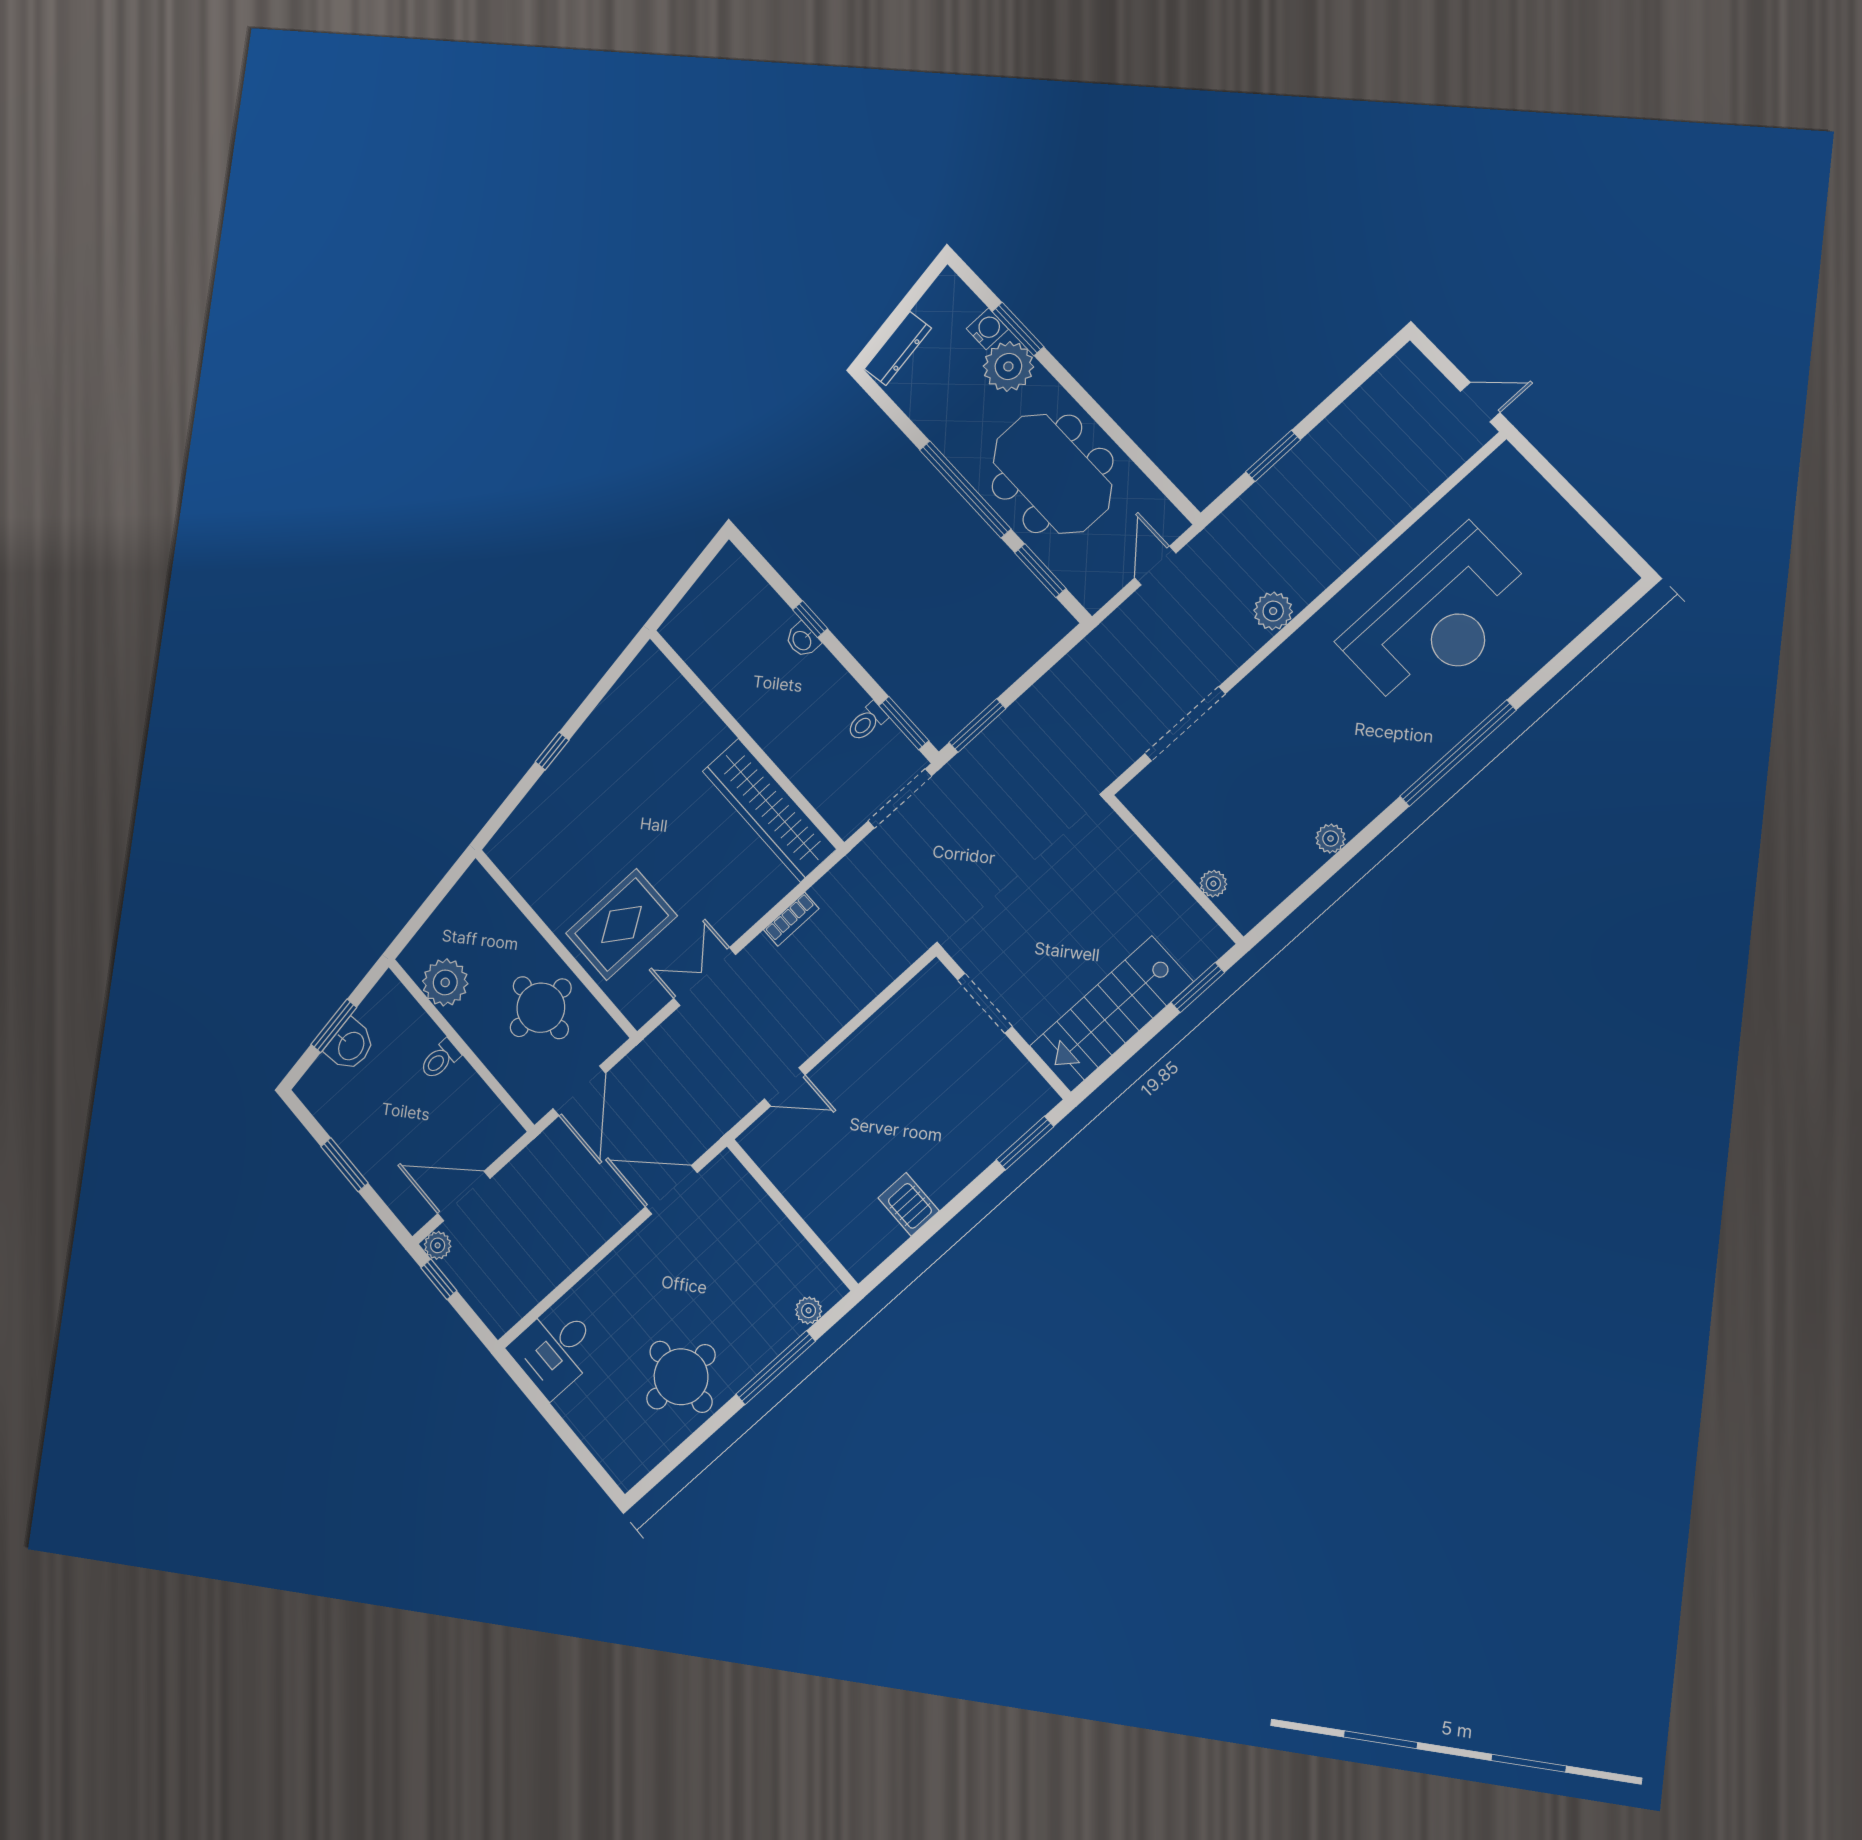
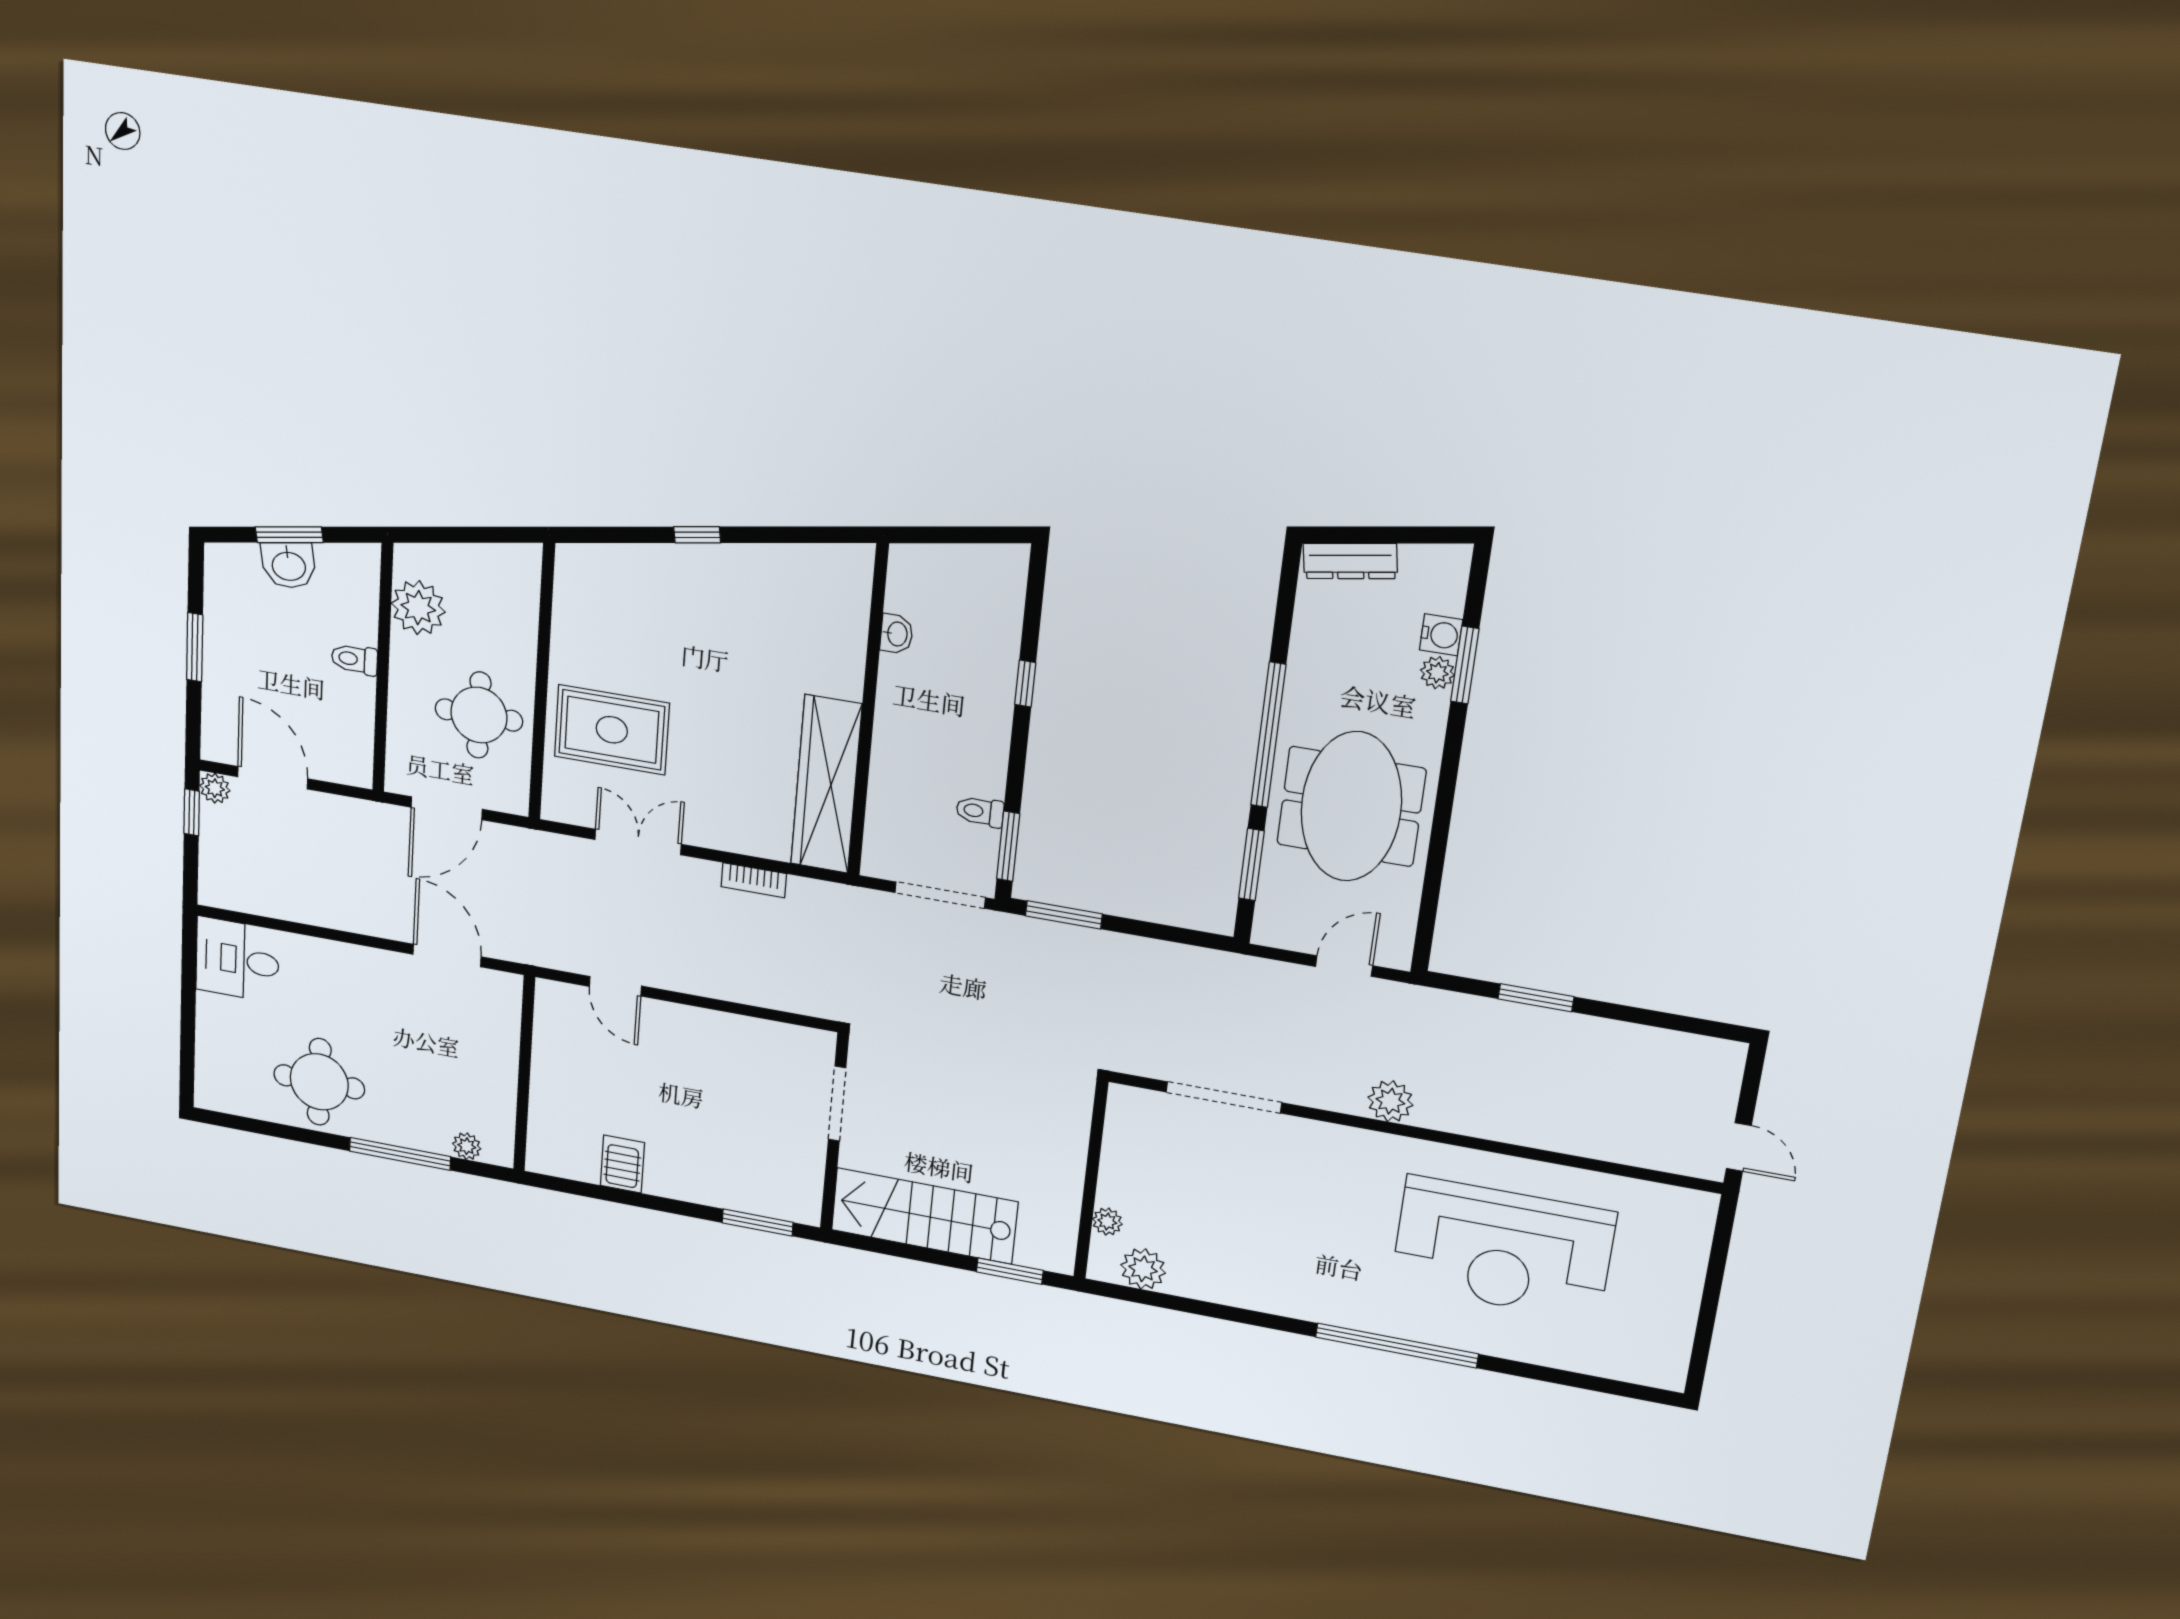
plant: (1008, 366) -> (1437, 673), width x0.53, depth x0.53
washbasin: (802, 640) -> (896, 634), moved, turned 180
plant: (1331, 839) -> (1143, 1269), moved, width x1.38, depth x1.38

